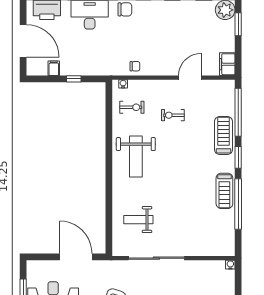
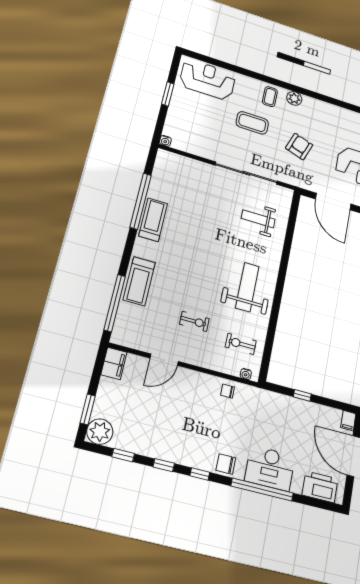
filing cabinet: (54, 68) -> (348, 421), moved
window: (238, 157) -> (128, 252), removed
weight bench: (138, 220) -> (258, 219), turned 180

